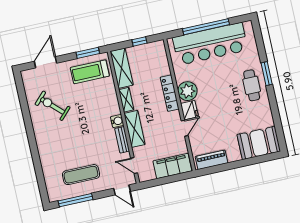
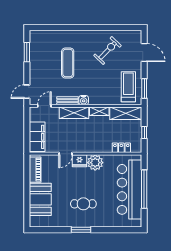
window: (267, 74) -> (81, 230), moved
cafe table: (252, 85) -> (83, 204), moved
locker: (170, 93) -> (121, 148), moved, width x0.66
door: (185, 128) -> (66, 154), hinge flipped
booth: (259, 143) -> (40, 199), moved
exercise mat: (81, 175) -> (68, 63), moved
window: (75, 200) -> (27, 52), width x0.69

